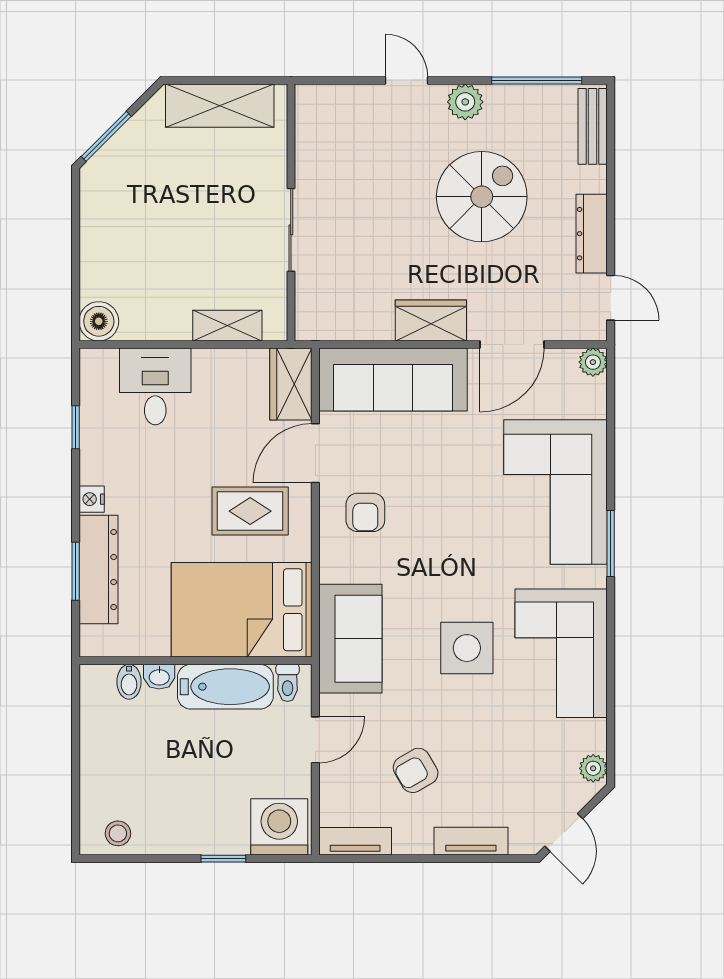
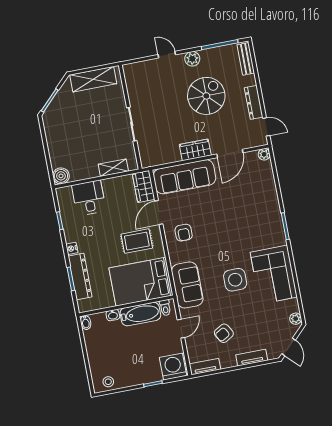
corner sofa: (555, 492) -> (259, 210), removed
bidet: (129, 682) -> (86, 322), moved

